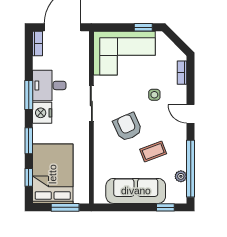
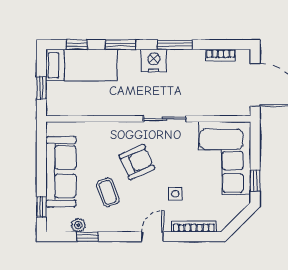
bookcase: (38, 44) -> (221, 55), moved
bookcase: (182, 73) -> (194, 227), width x1.56
desk: (49, 85) -> (186, 69), removed
window: (191, 169) -> (87, 237), width x0.32
bed: (53, 174) -> (81, 65), width x0.67
window: (65, 207) -> (41, 88), width x0.67

